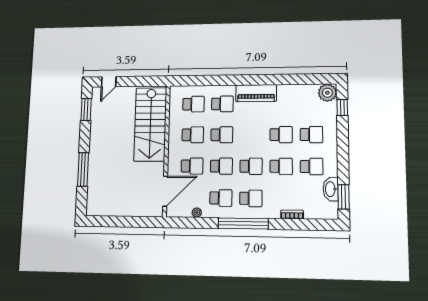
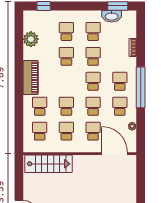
plant: (327, 93) -> (31, 39), moved
stairs: (150, 124) -> (48, 164), width x0.73, depth x0.66

